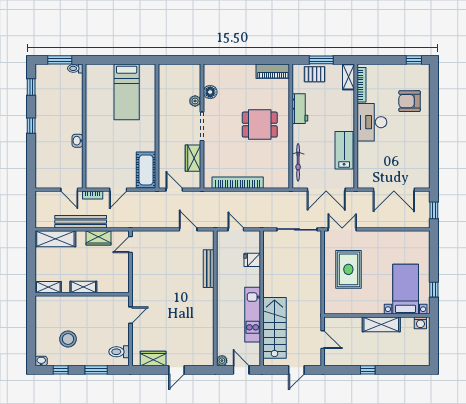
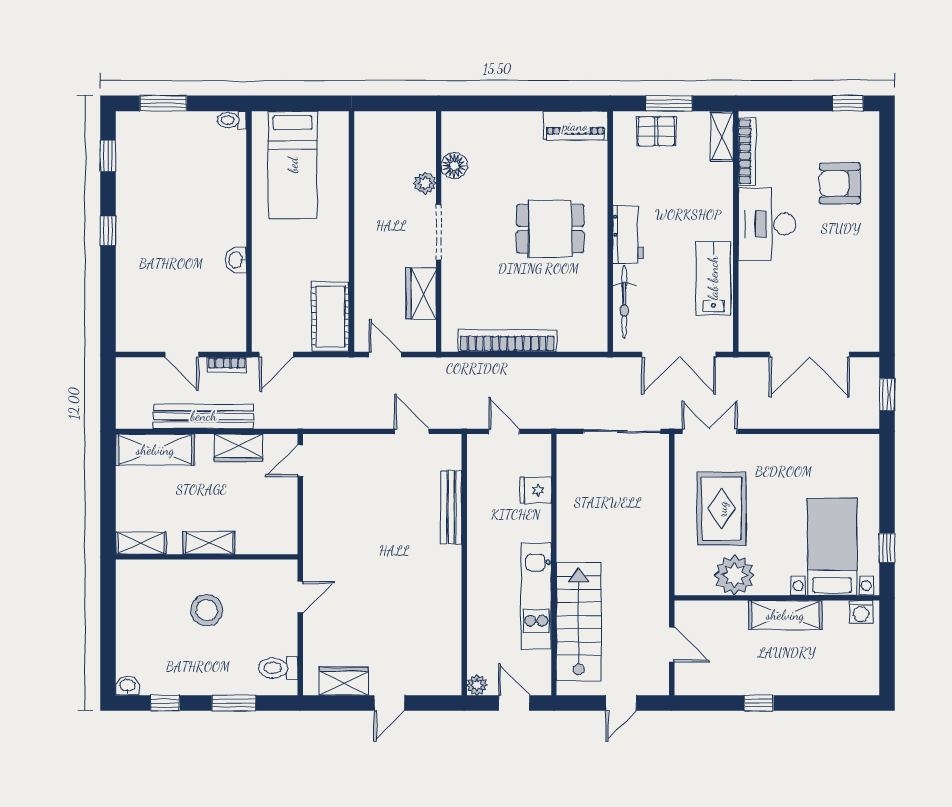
toilet: (75, 68) -> (232, 120), moved
workbench: (300, 109) -> (628, 234), moved
wall: (84, 126) -> (249, 232), moved
washbasin: (77, 141) -> (236, 260), moved
plant: (355, 304) -> (735, 575), added
stool: (68, 339) -> (207, 610), moved

